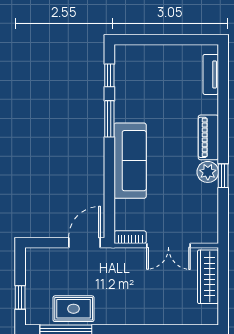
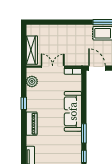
plant: (208, 172) -> (32, 81), moved
door: (85, 243) -> (97, 68), swing flipped

